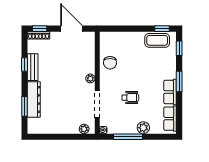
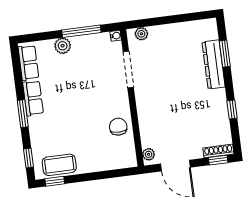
bench: (33, 67) -> (221, 107), removed
plant: (90, 78) -> (149, 154), moved
wheelchair: (130, 98) -> (85, 84), removed

